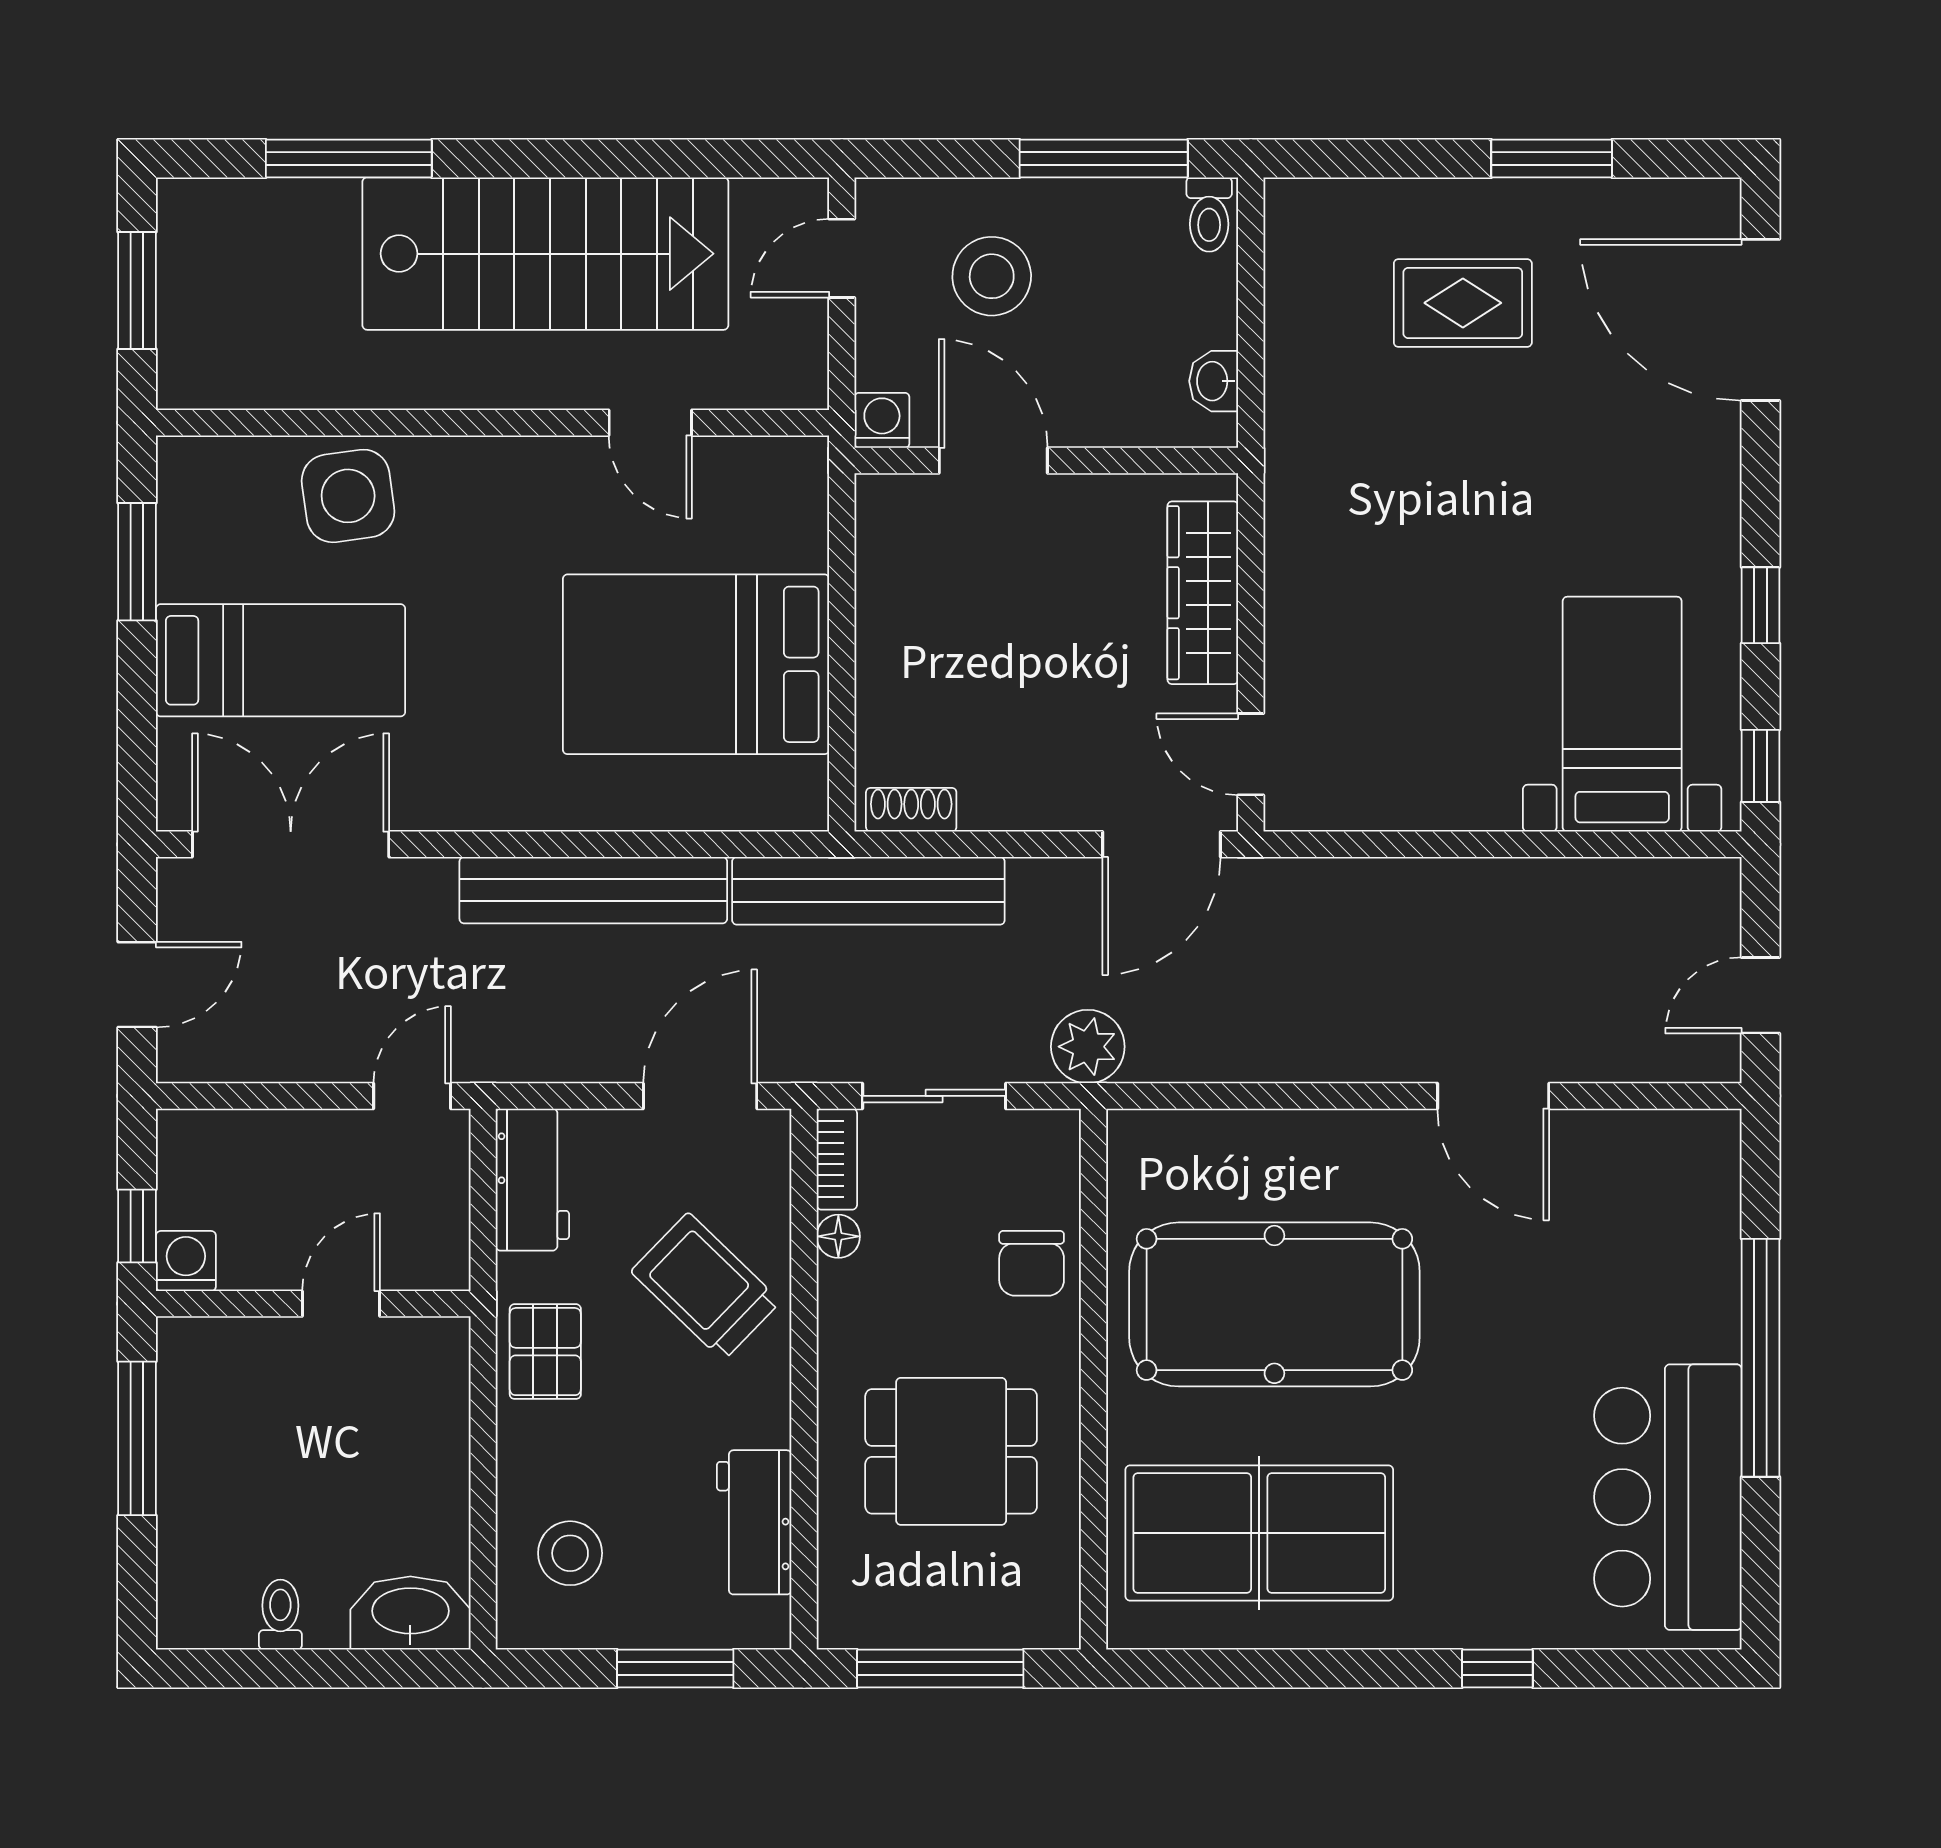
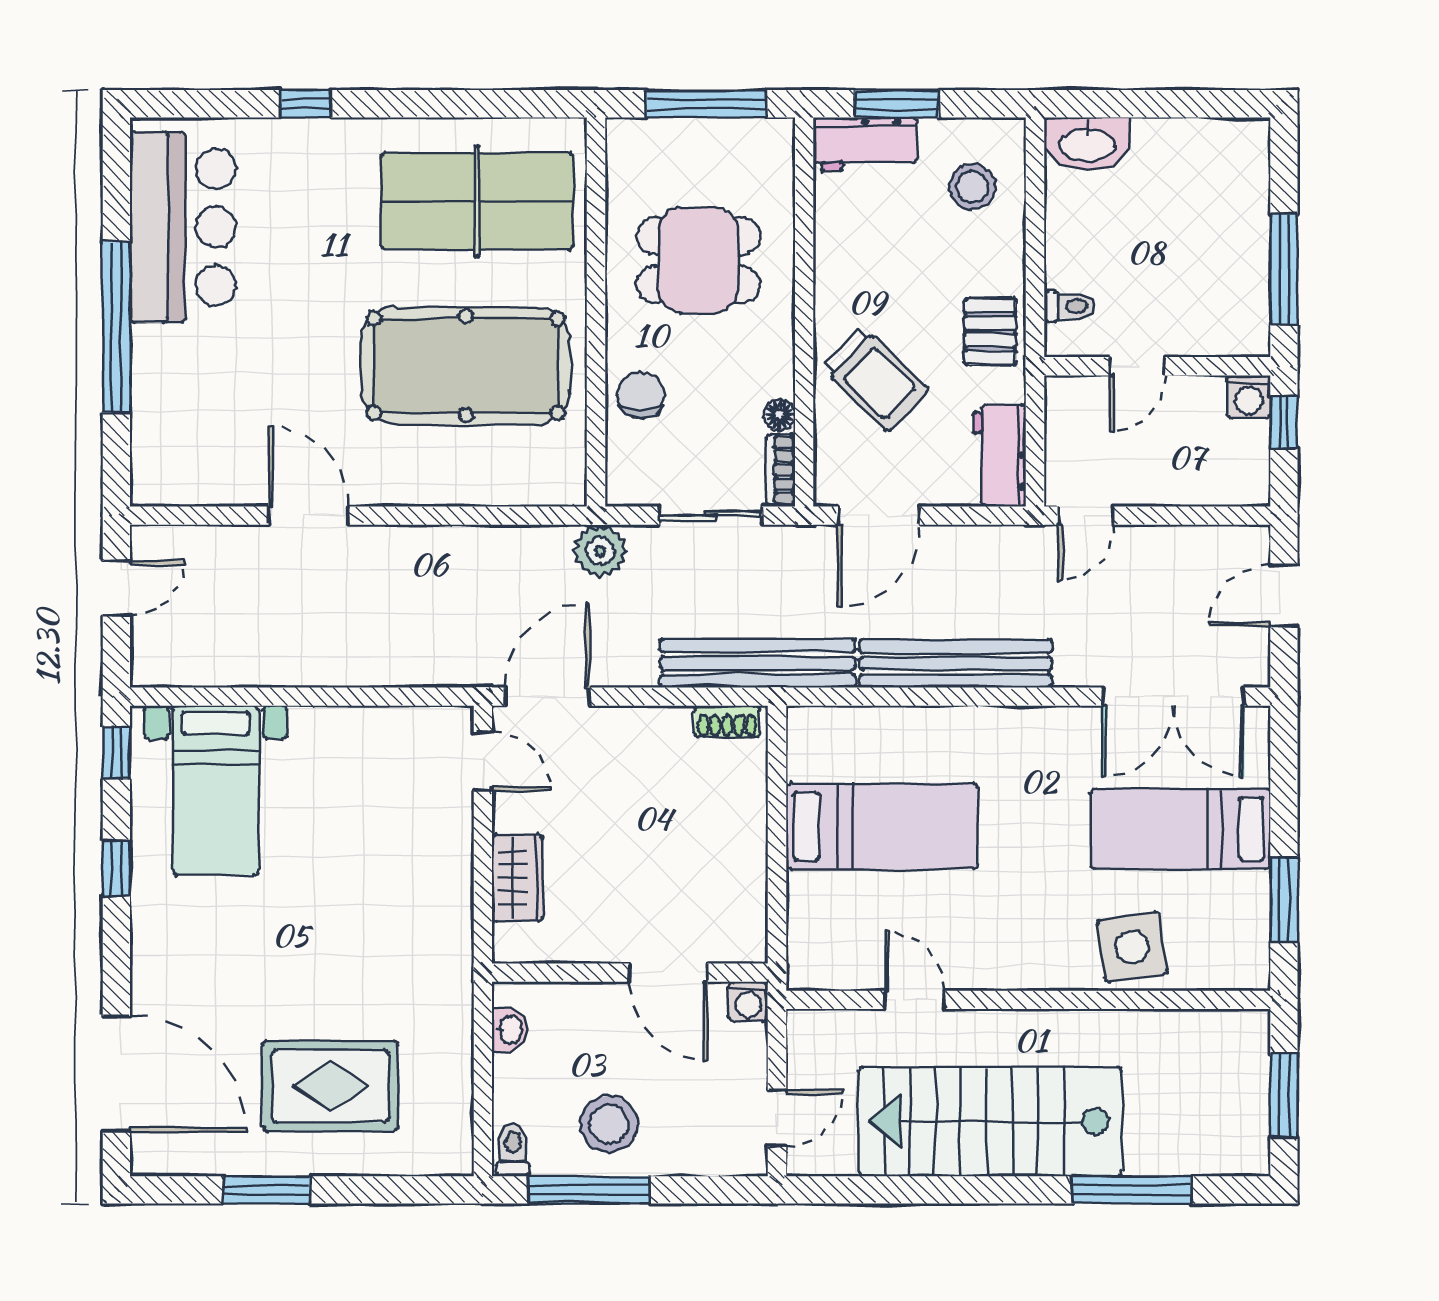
stool: (992, 276) -> (609, 1124), moved
rug: (1463, 303) -> (330, 1086), width x1.36, depth x1.43
wardrobe: (1203, 593) -> (517, 878), width x0.67
bed: (696, 664) -> (882, 826), width x0.67
workbench: (754, 1522) -> (865, 144), moved, turned 90
toilet: (280, 1615) -> (1069, 306), moved, turned -90

